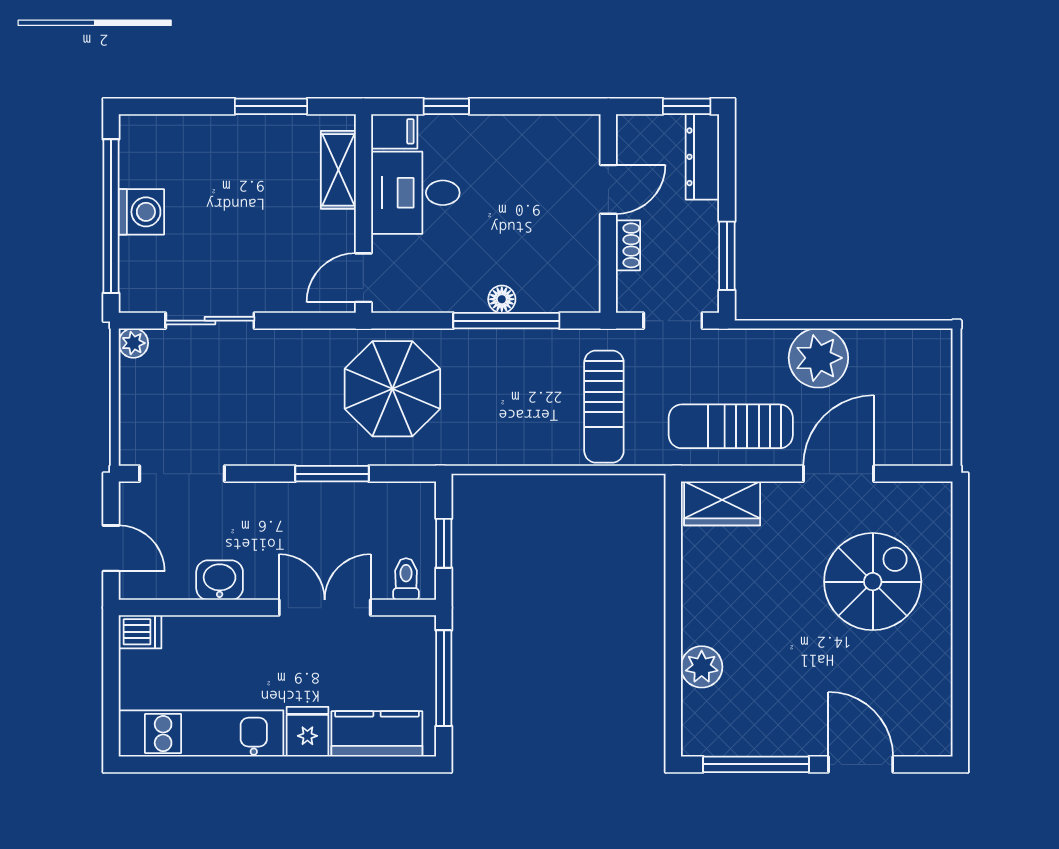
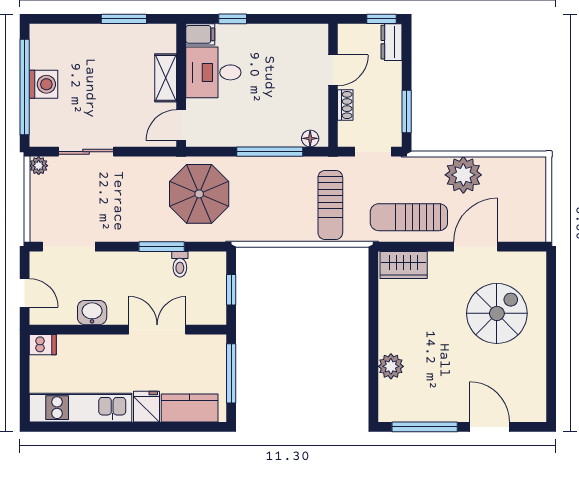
dresser: (702, 157) -> (391, 42), width x0.70
shelving: (338, 170) -> (166, 78), moved
floor lamp: (502, 299) -> (310, 138), moved
toilet: (406, 579) -> (180, 264), moved, turned 180

